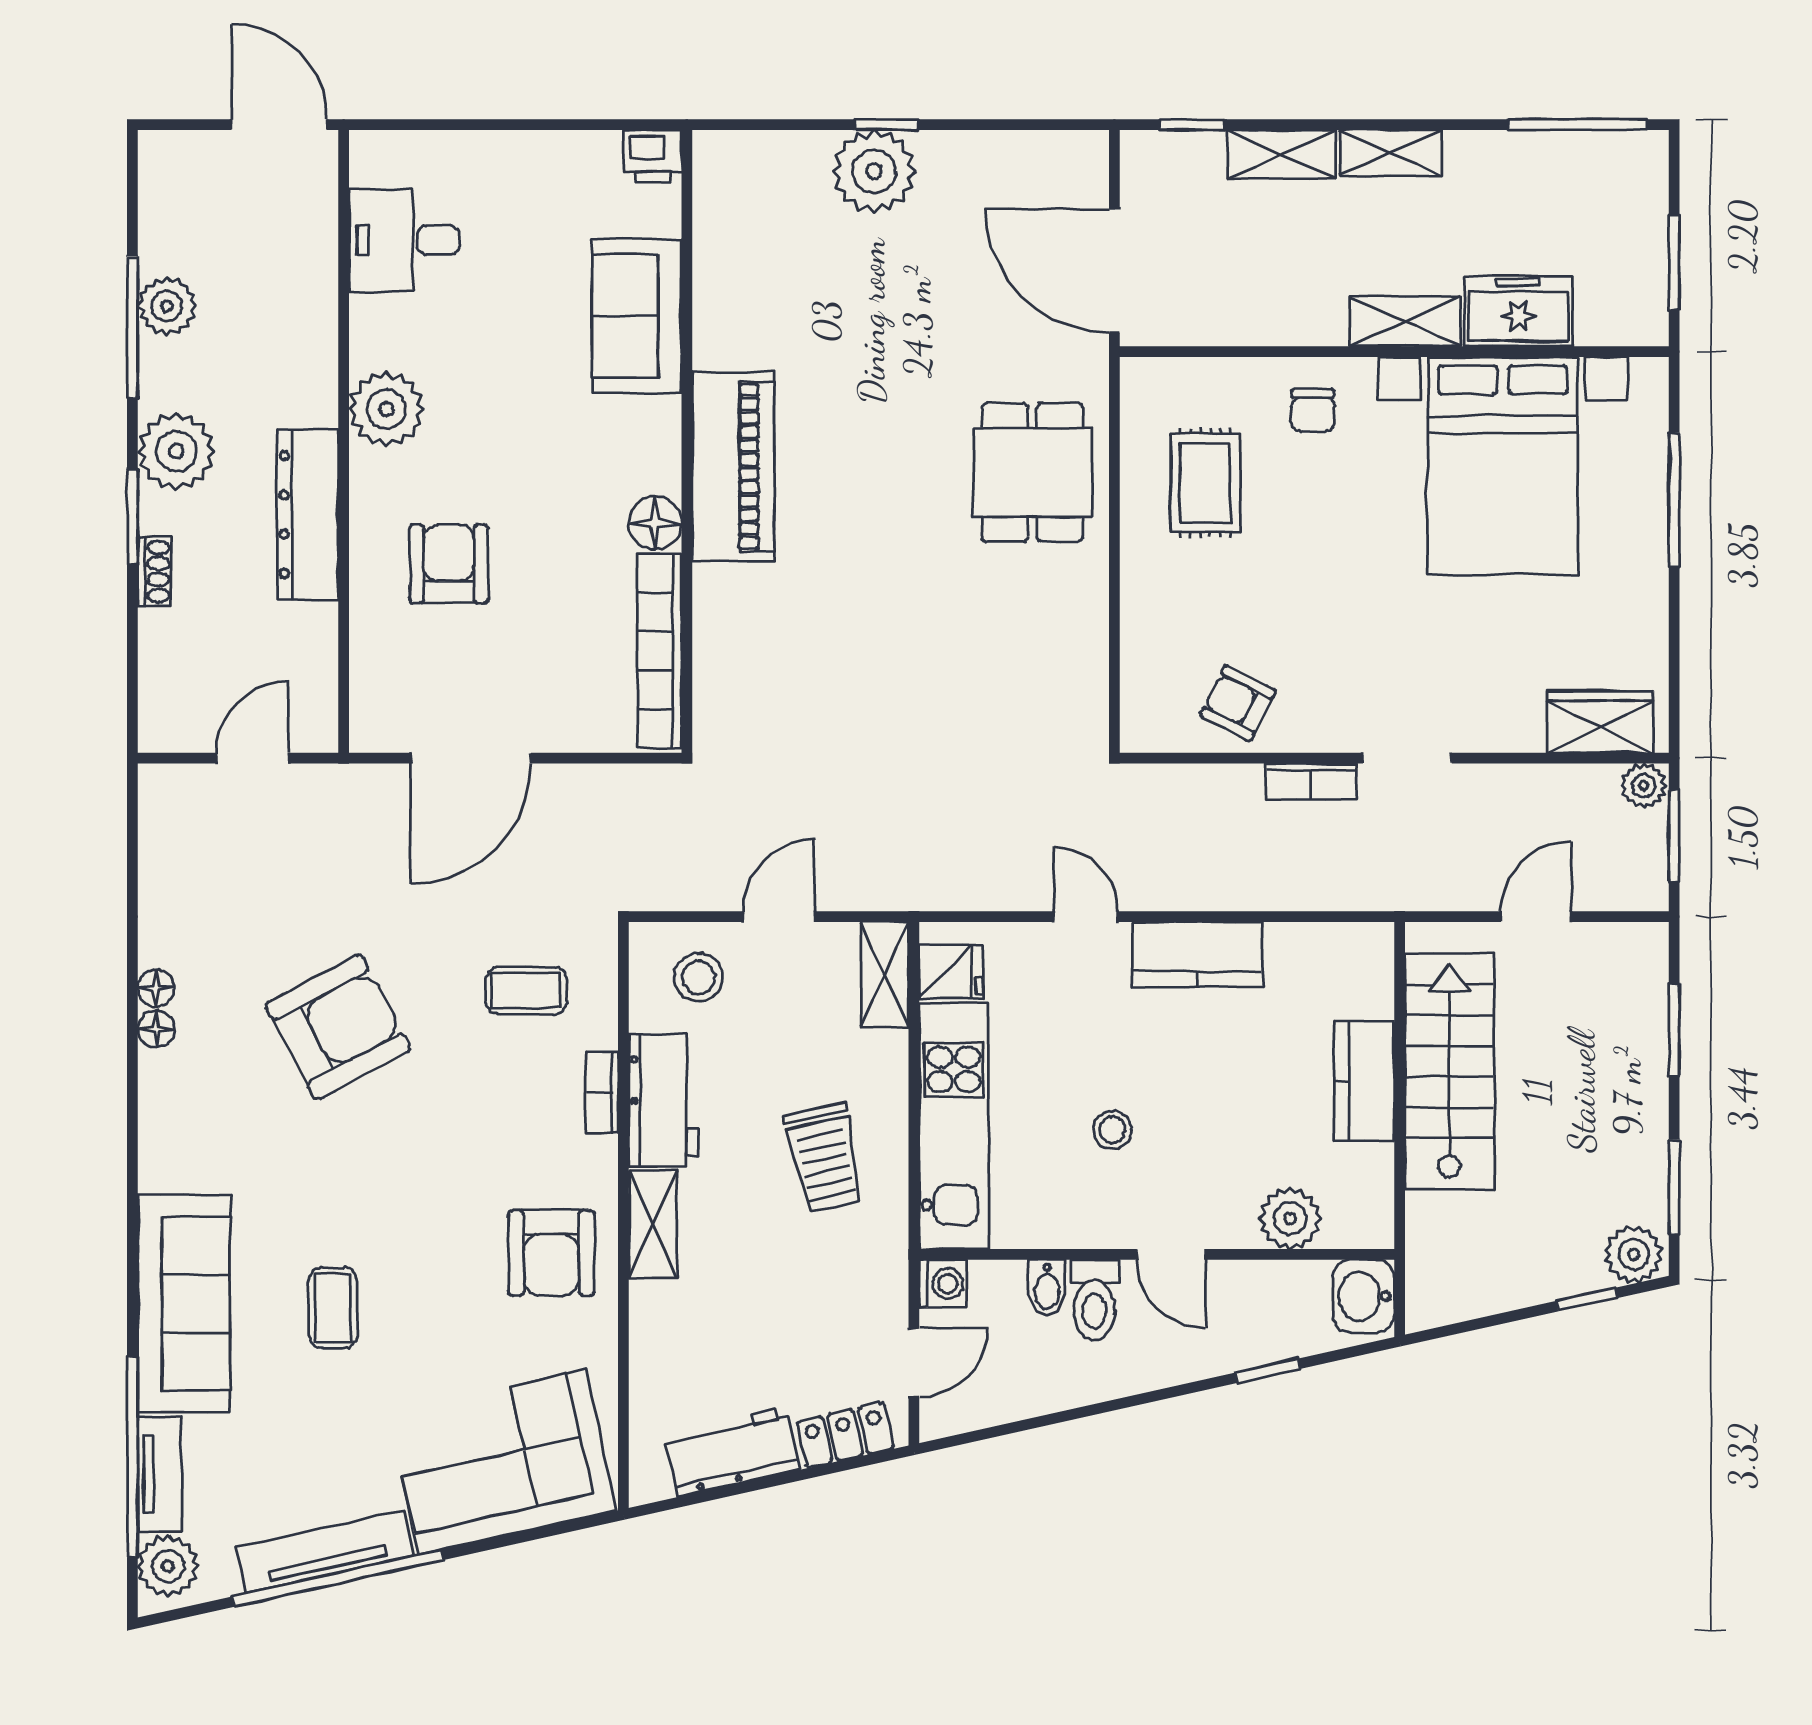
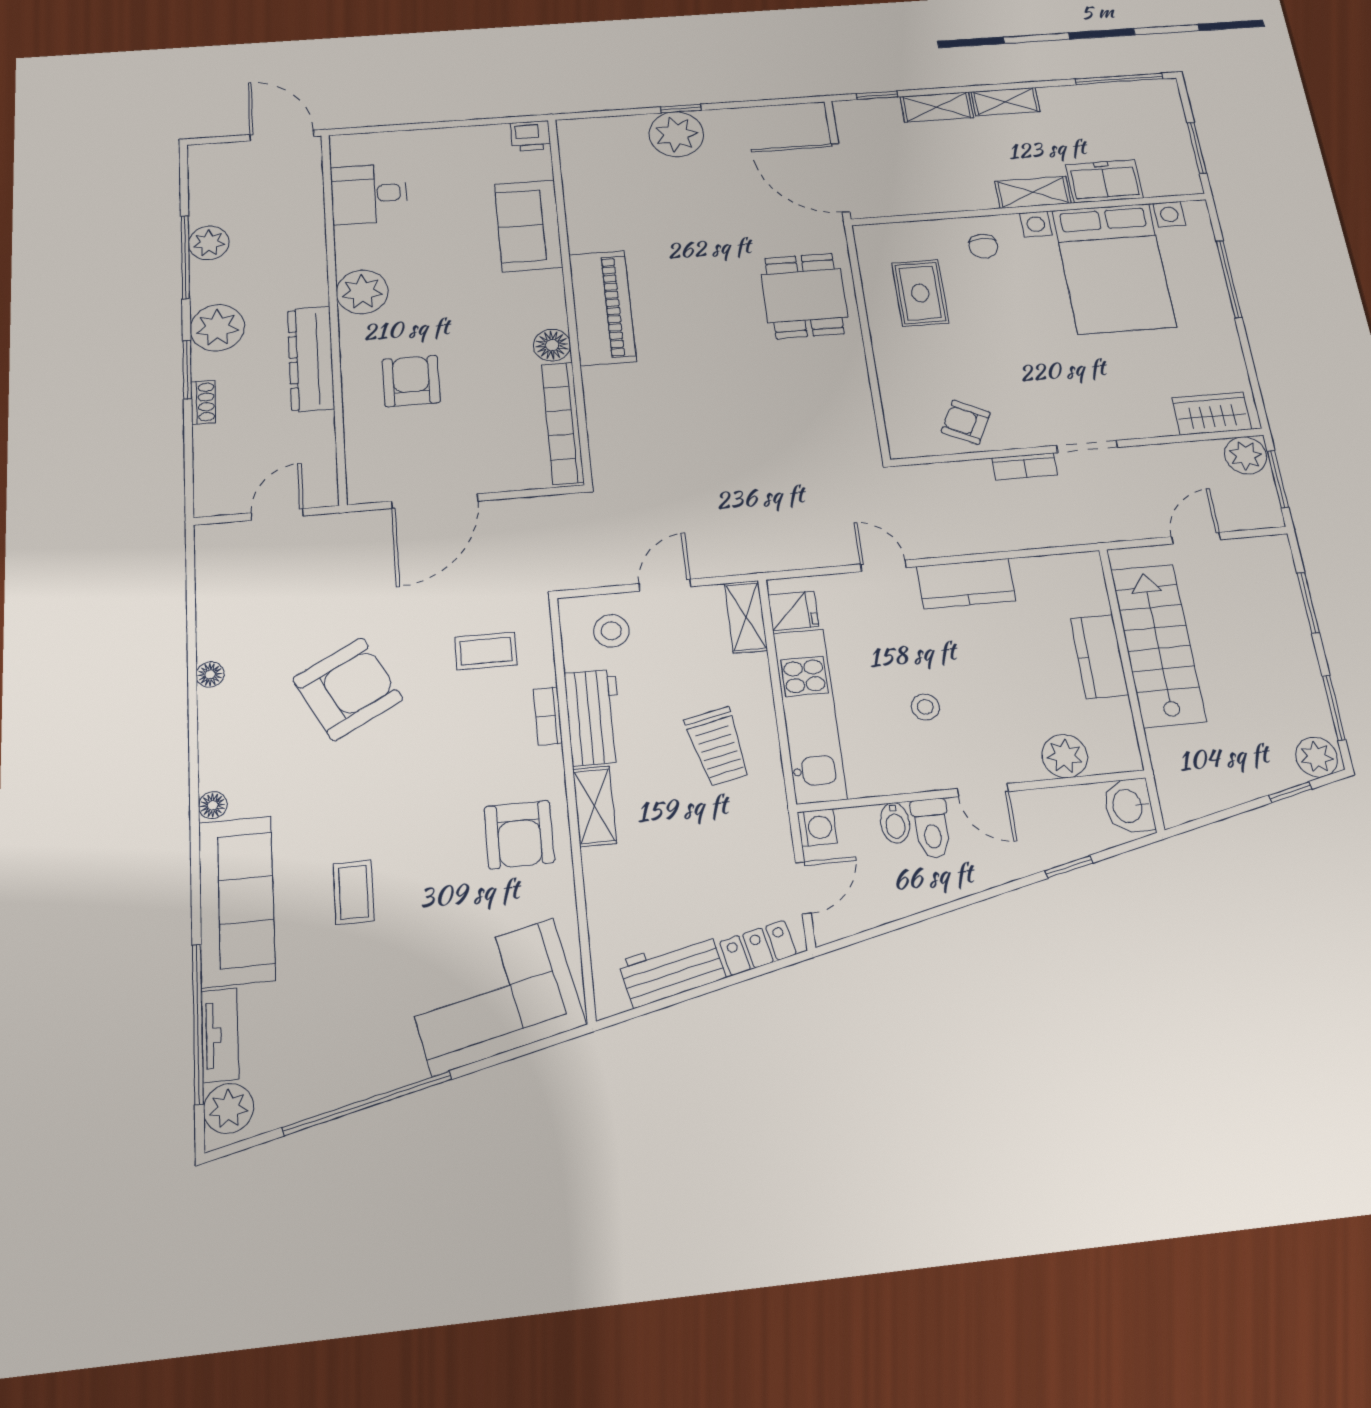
plant: (1644, 786) -> (1246, 455), width x1.38, depth x1.38
floor lamp: (156, 1029) -> (213, 805), moved
tv unit: (325, 1552) -> (356, 1083), removed

